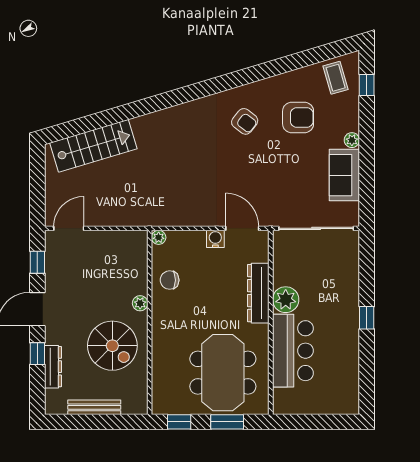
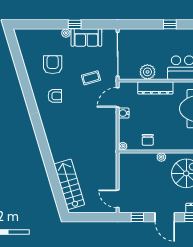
coffee table: (336, 78) -> (91, 78), moved
window: (367, 85) -> (75, 24), moved
armchair: (245, 121) -> (55, 96), turned 52
plant: (286, 300) -> (147, 72), moved

